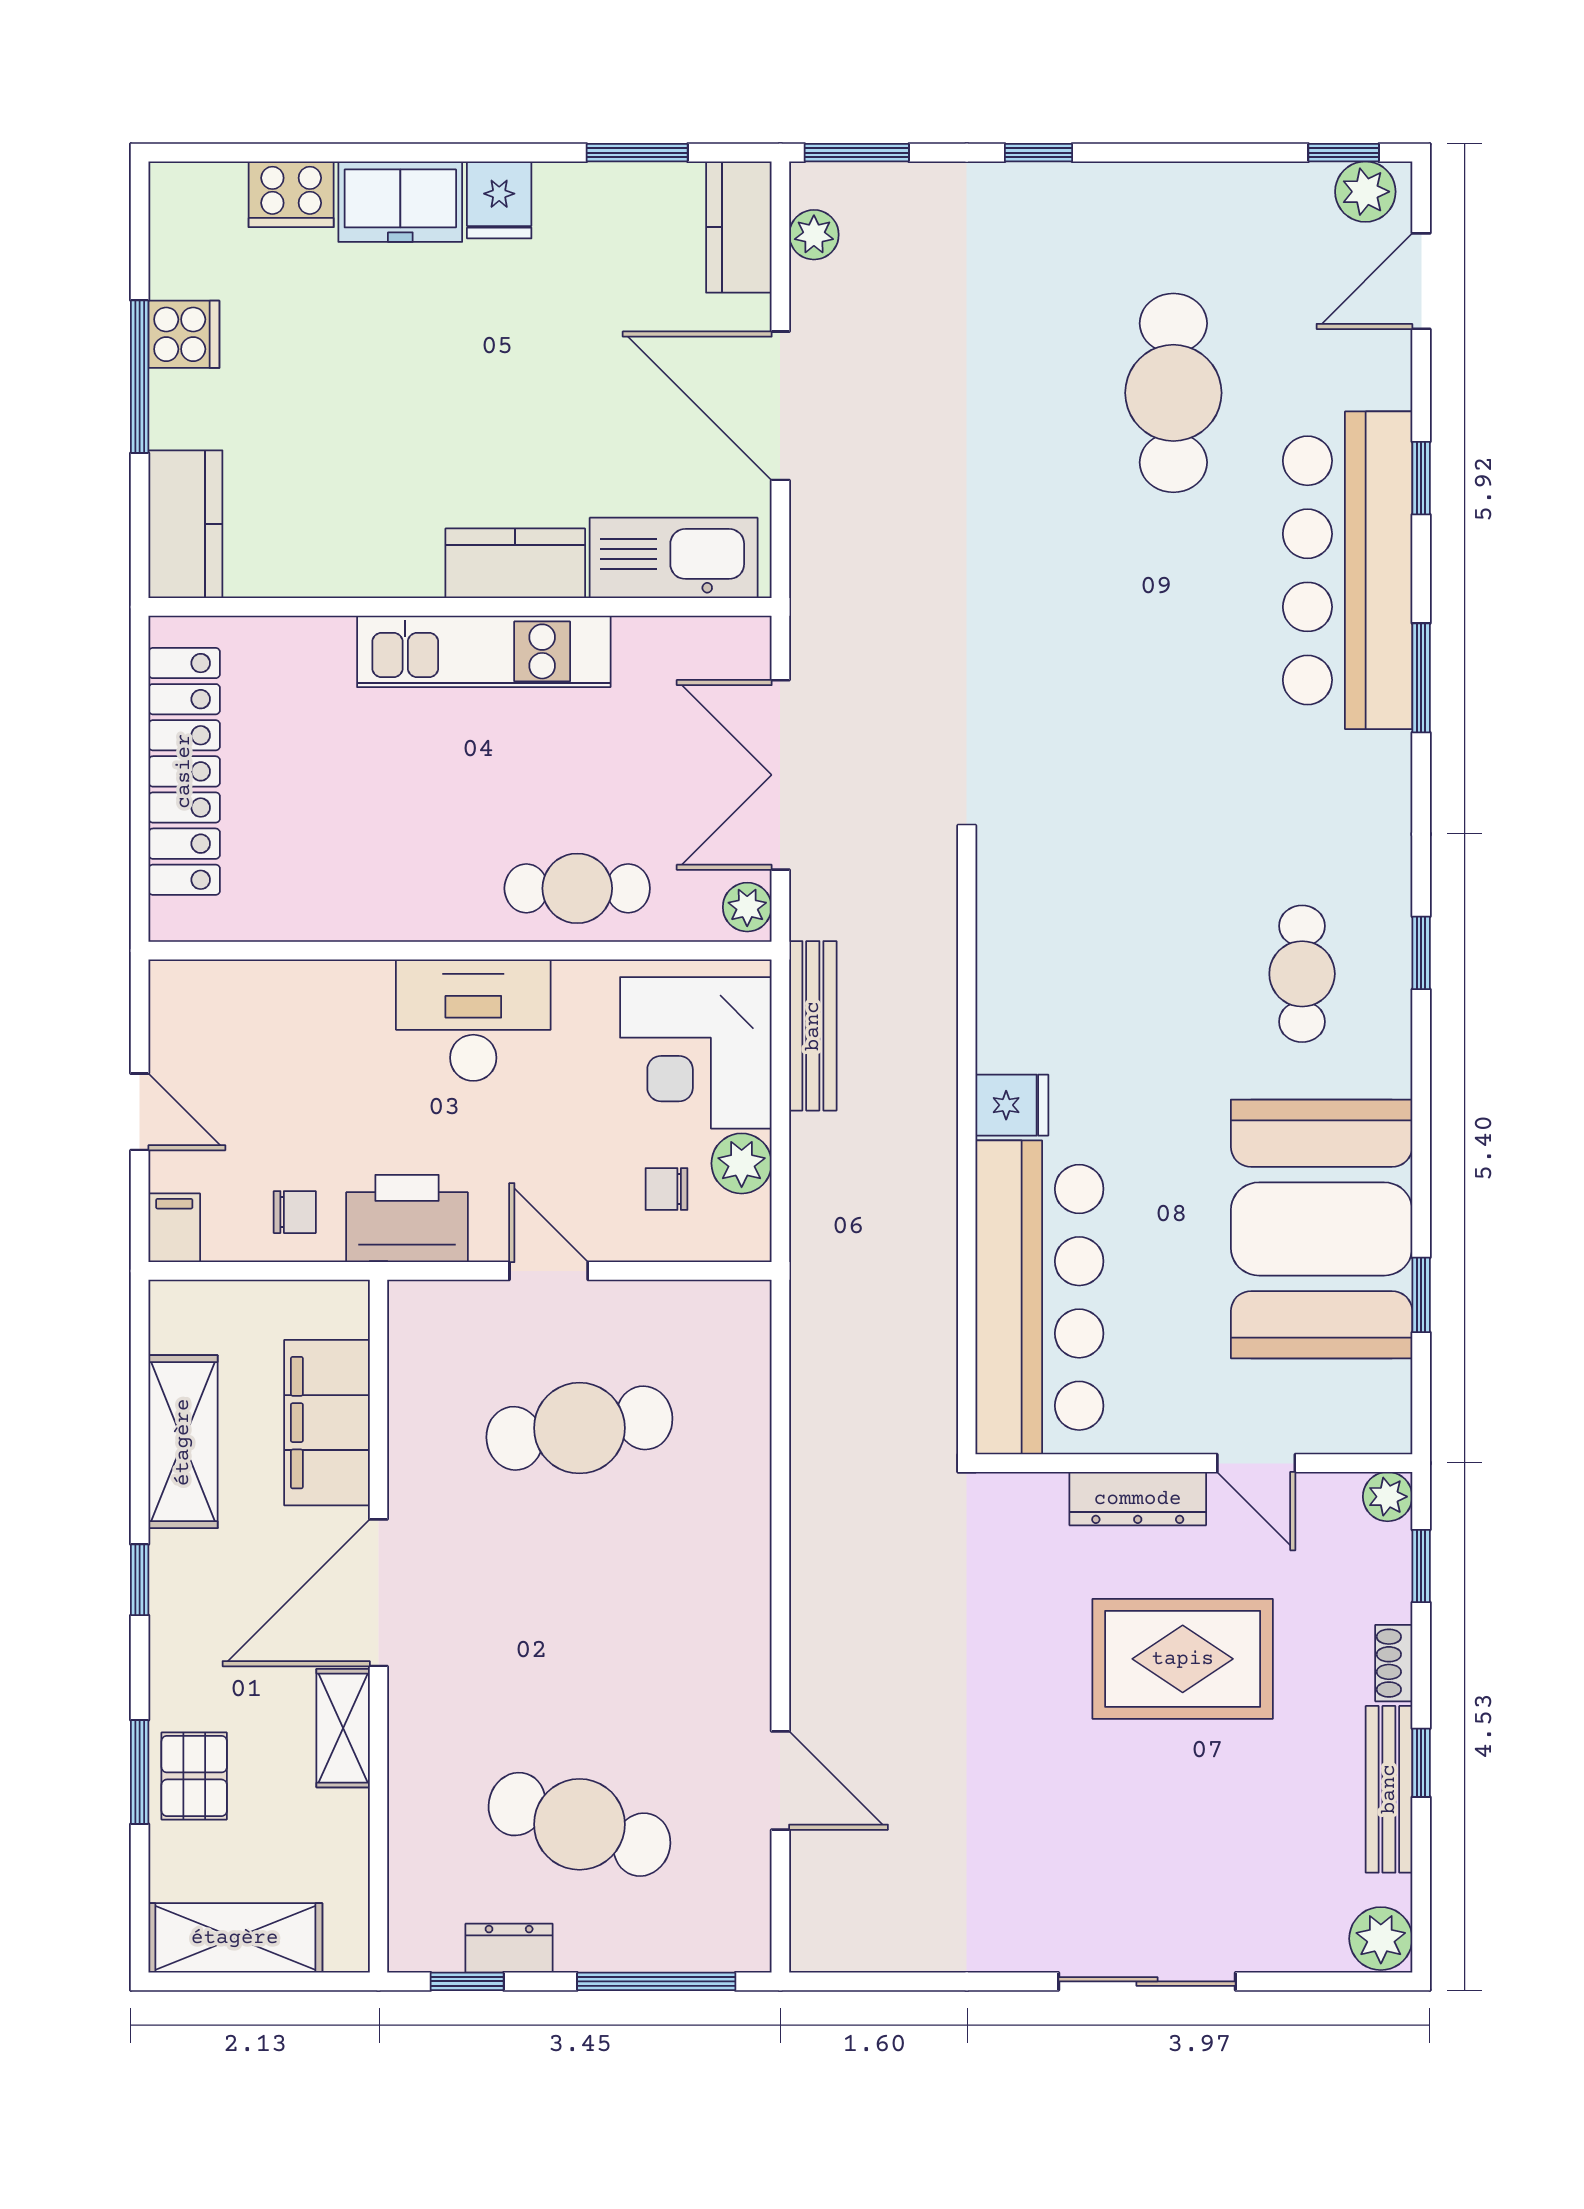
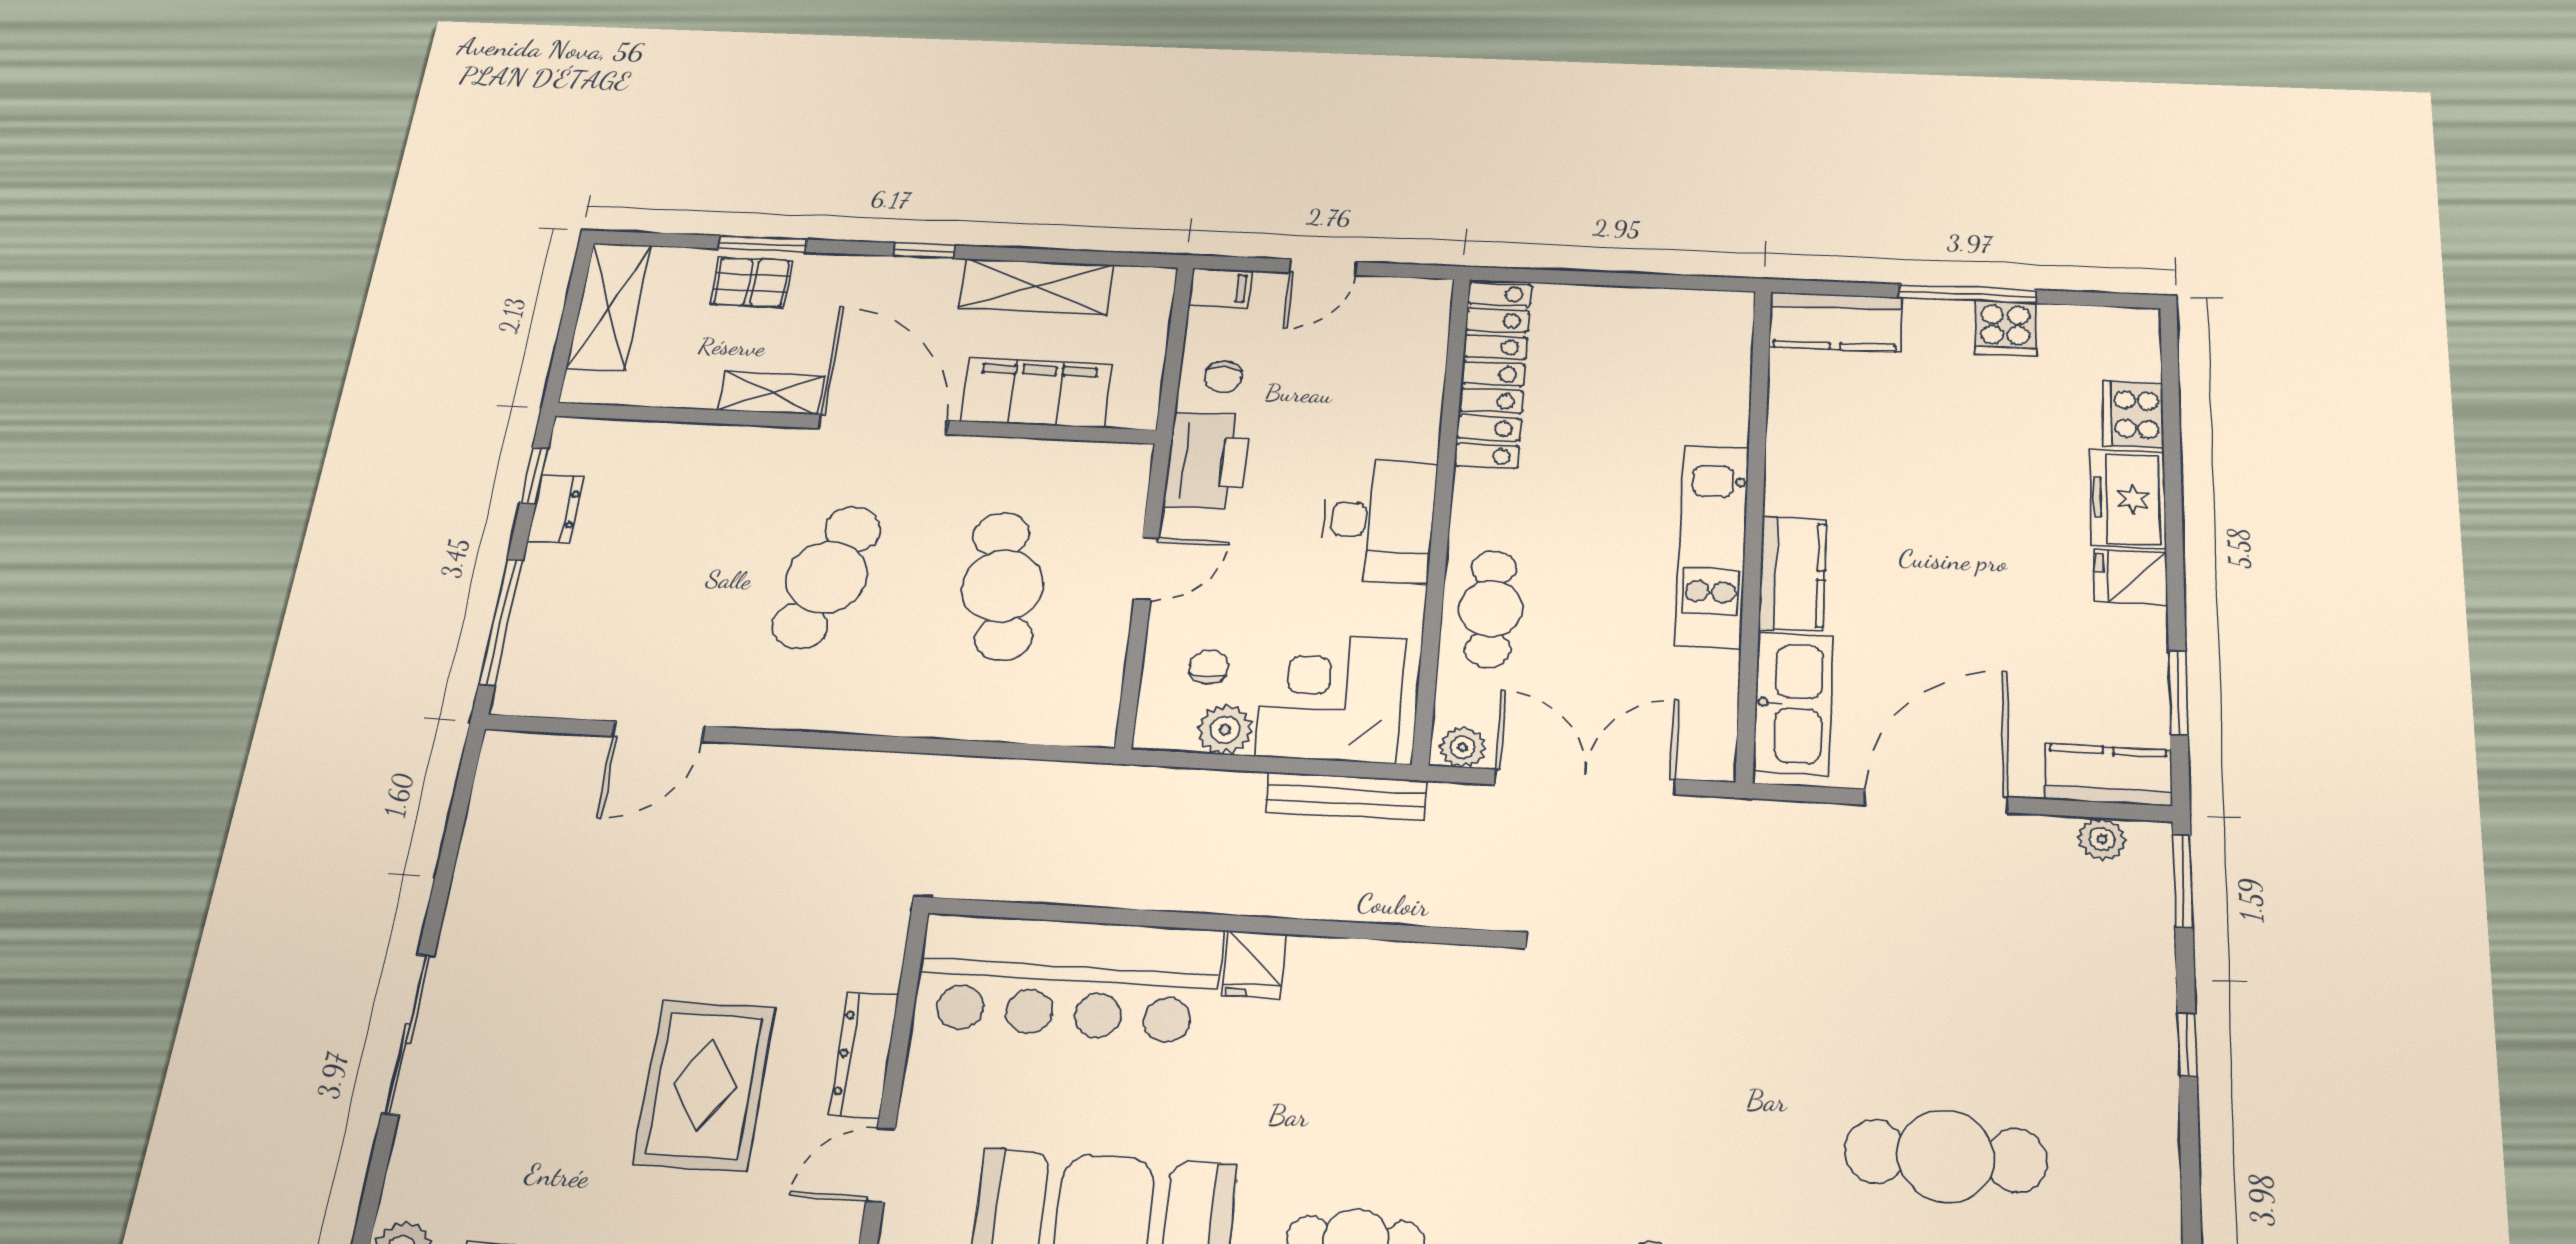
locker: (184, 771) -> (1493, 374), moved, turned -90
cafe table: (579, 1824) -> (826, 577), moved

